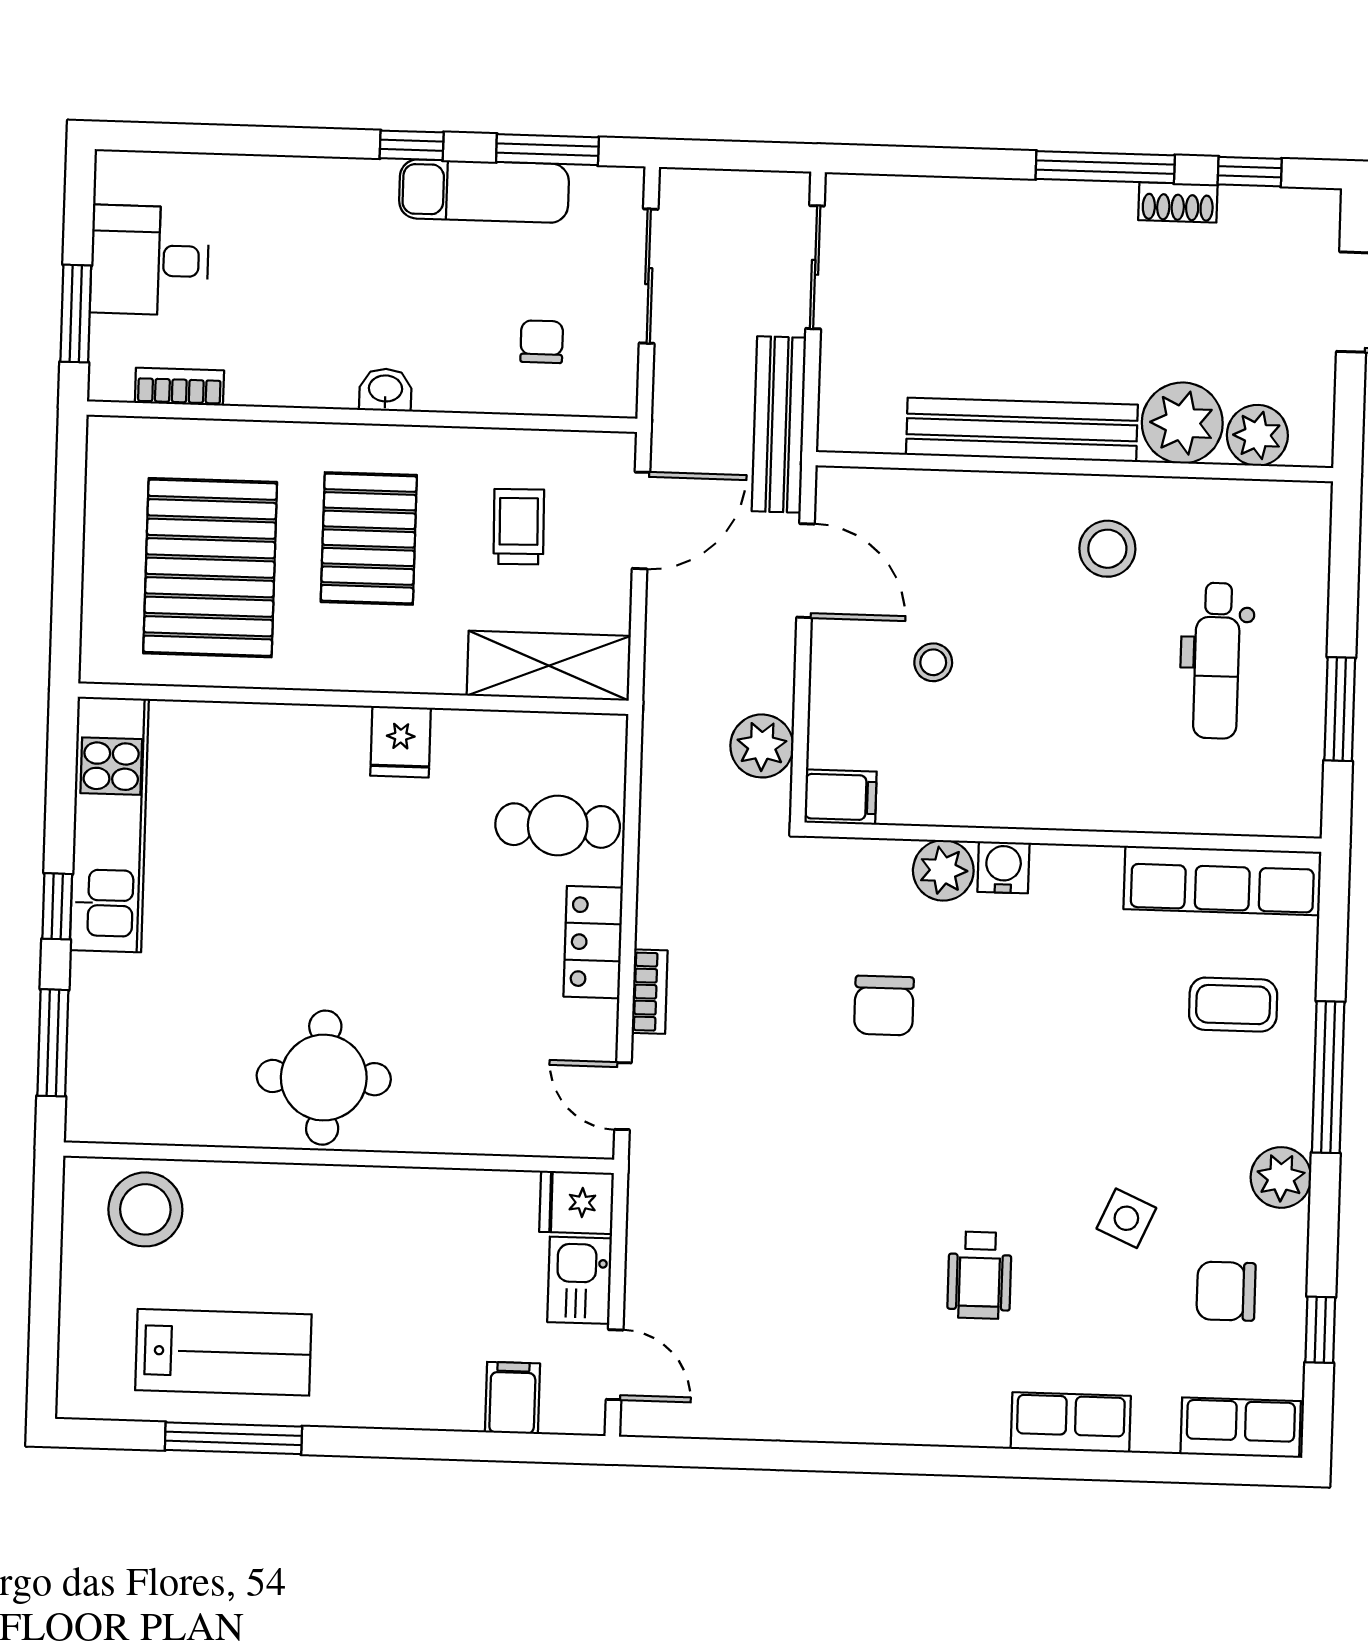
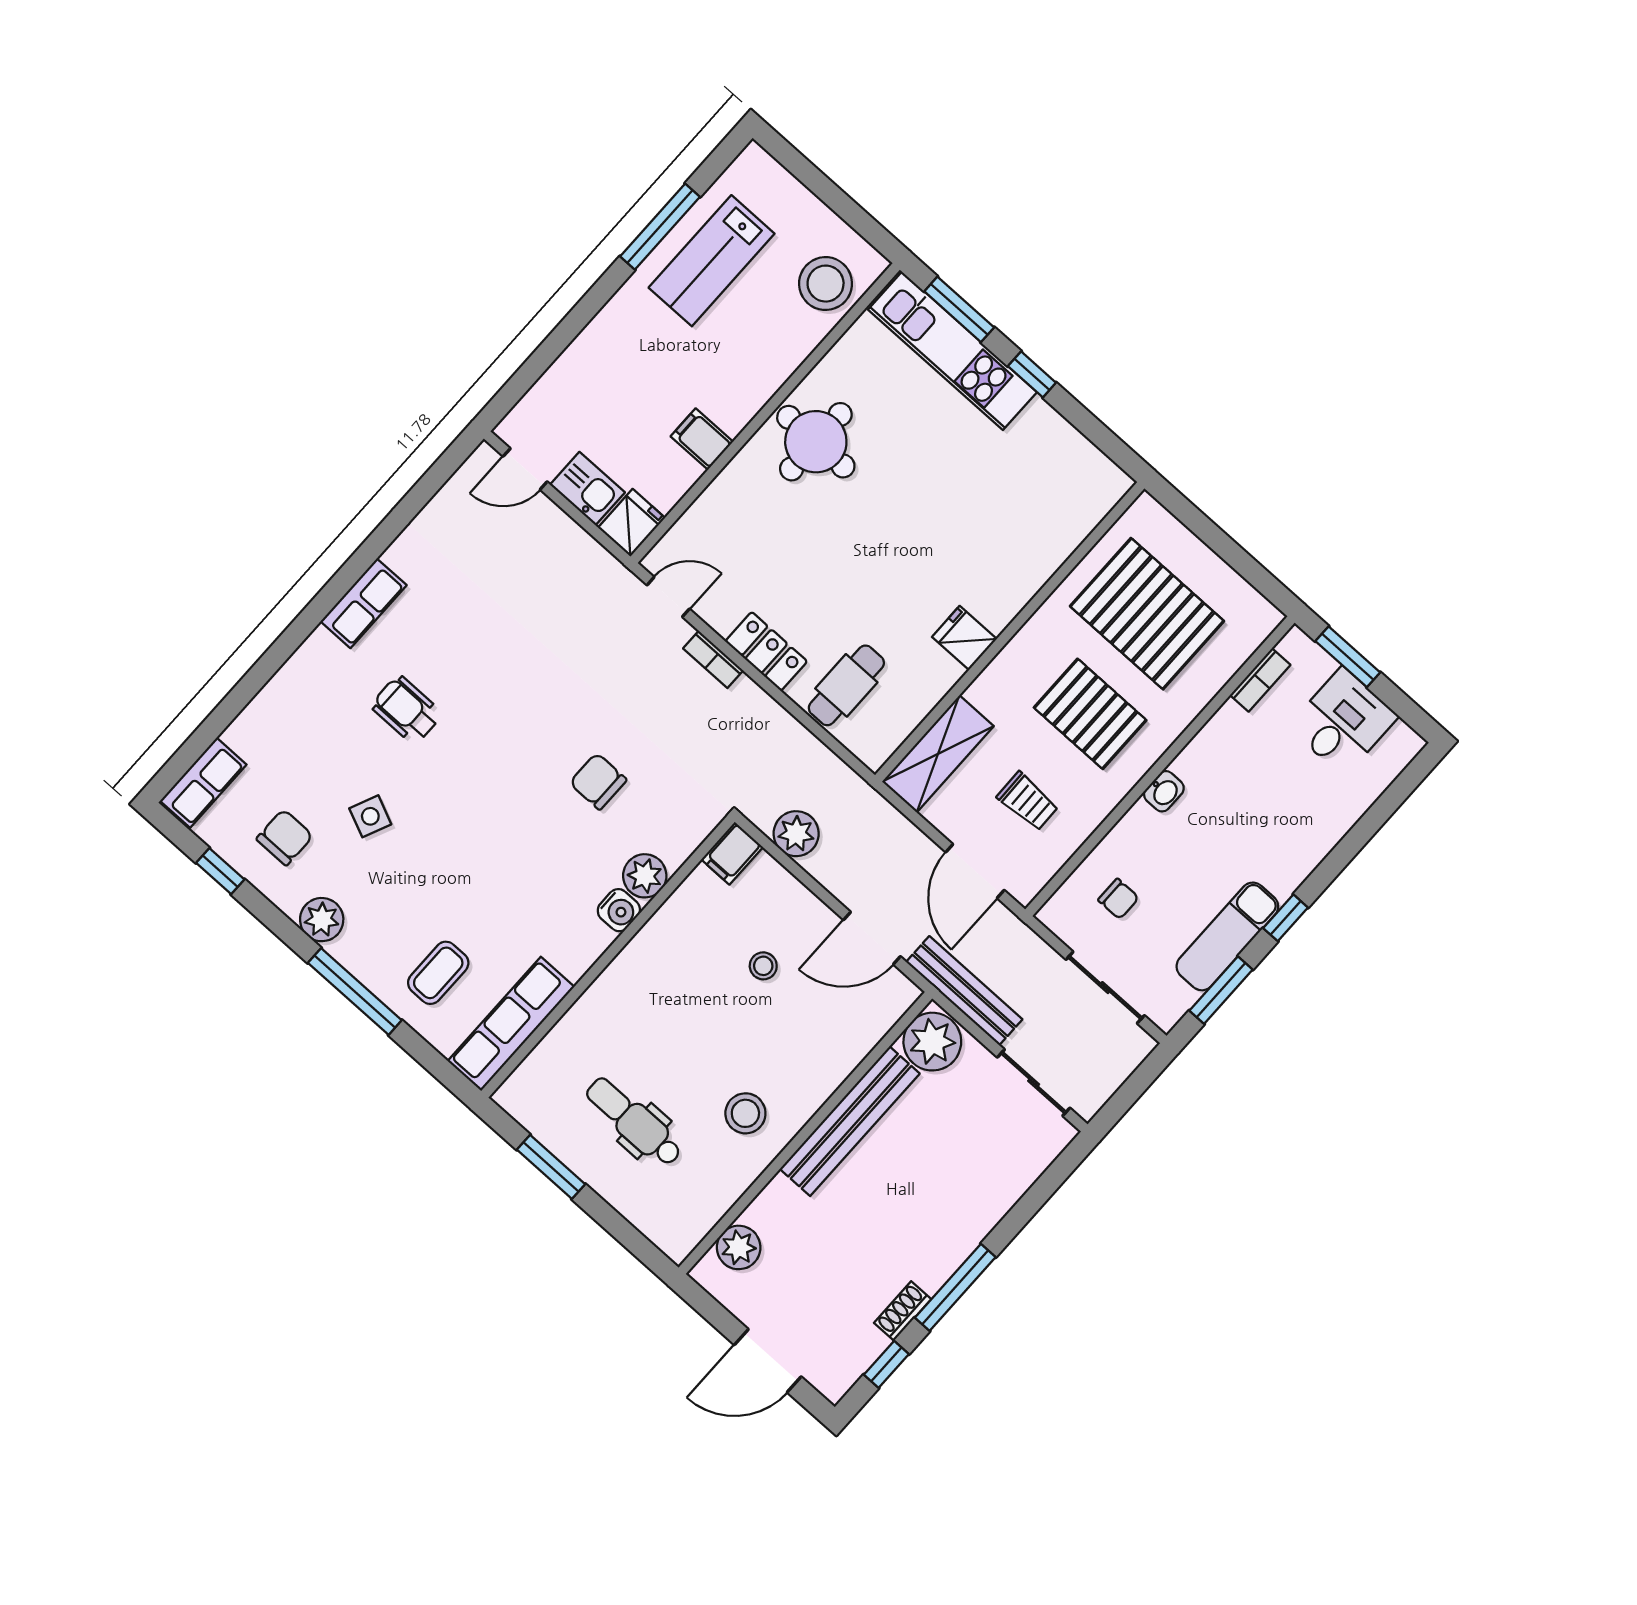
plant: (1182, 423) -> (932, 1042), moved
kitchen unit: (109, 824) -> (953, 351), moved
filing cabinet: (512, 1398) -> (702, 439), moved, turned 180
row of seats: (1071, 1422) -> (364, 603), moved

